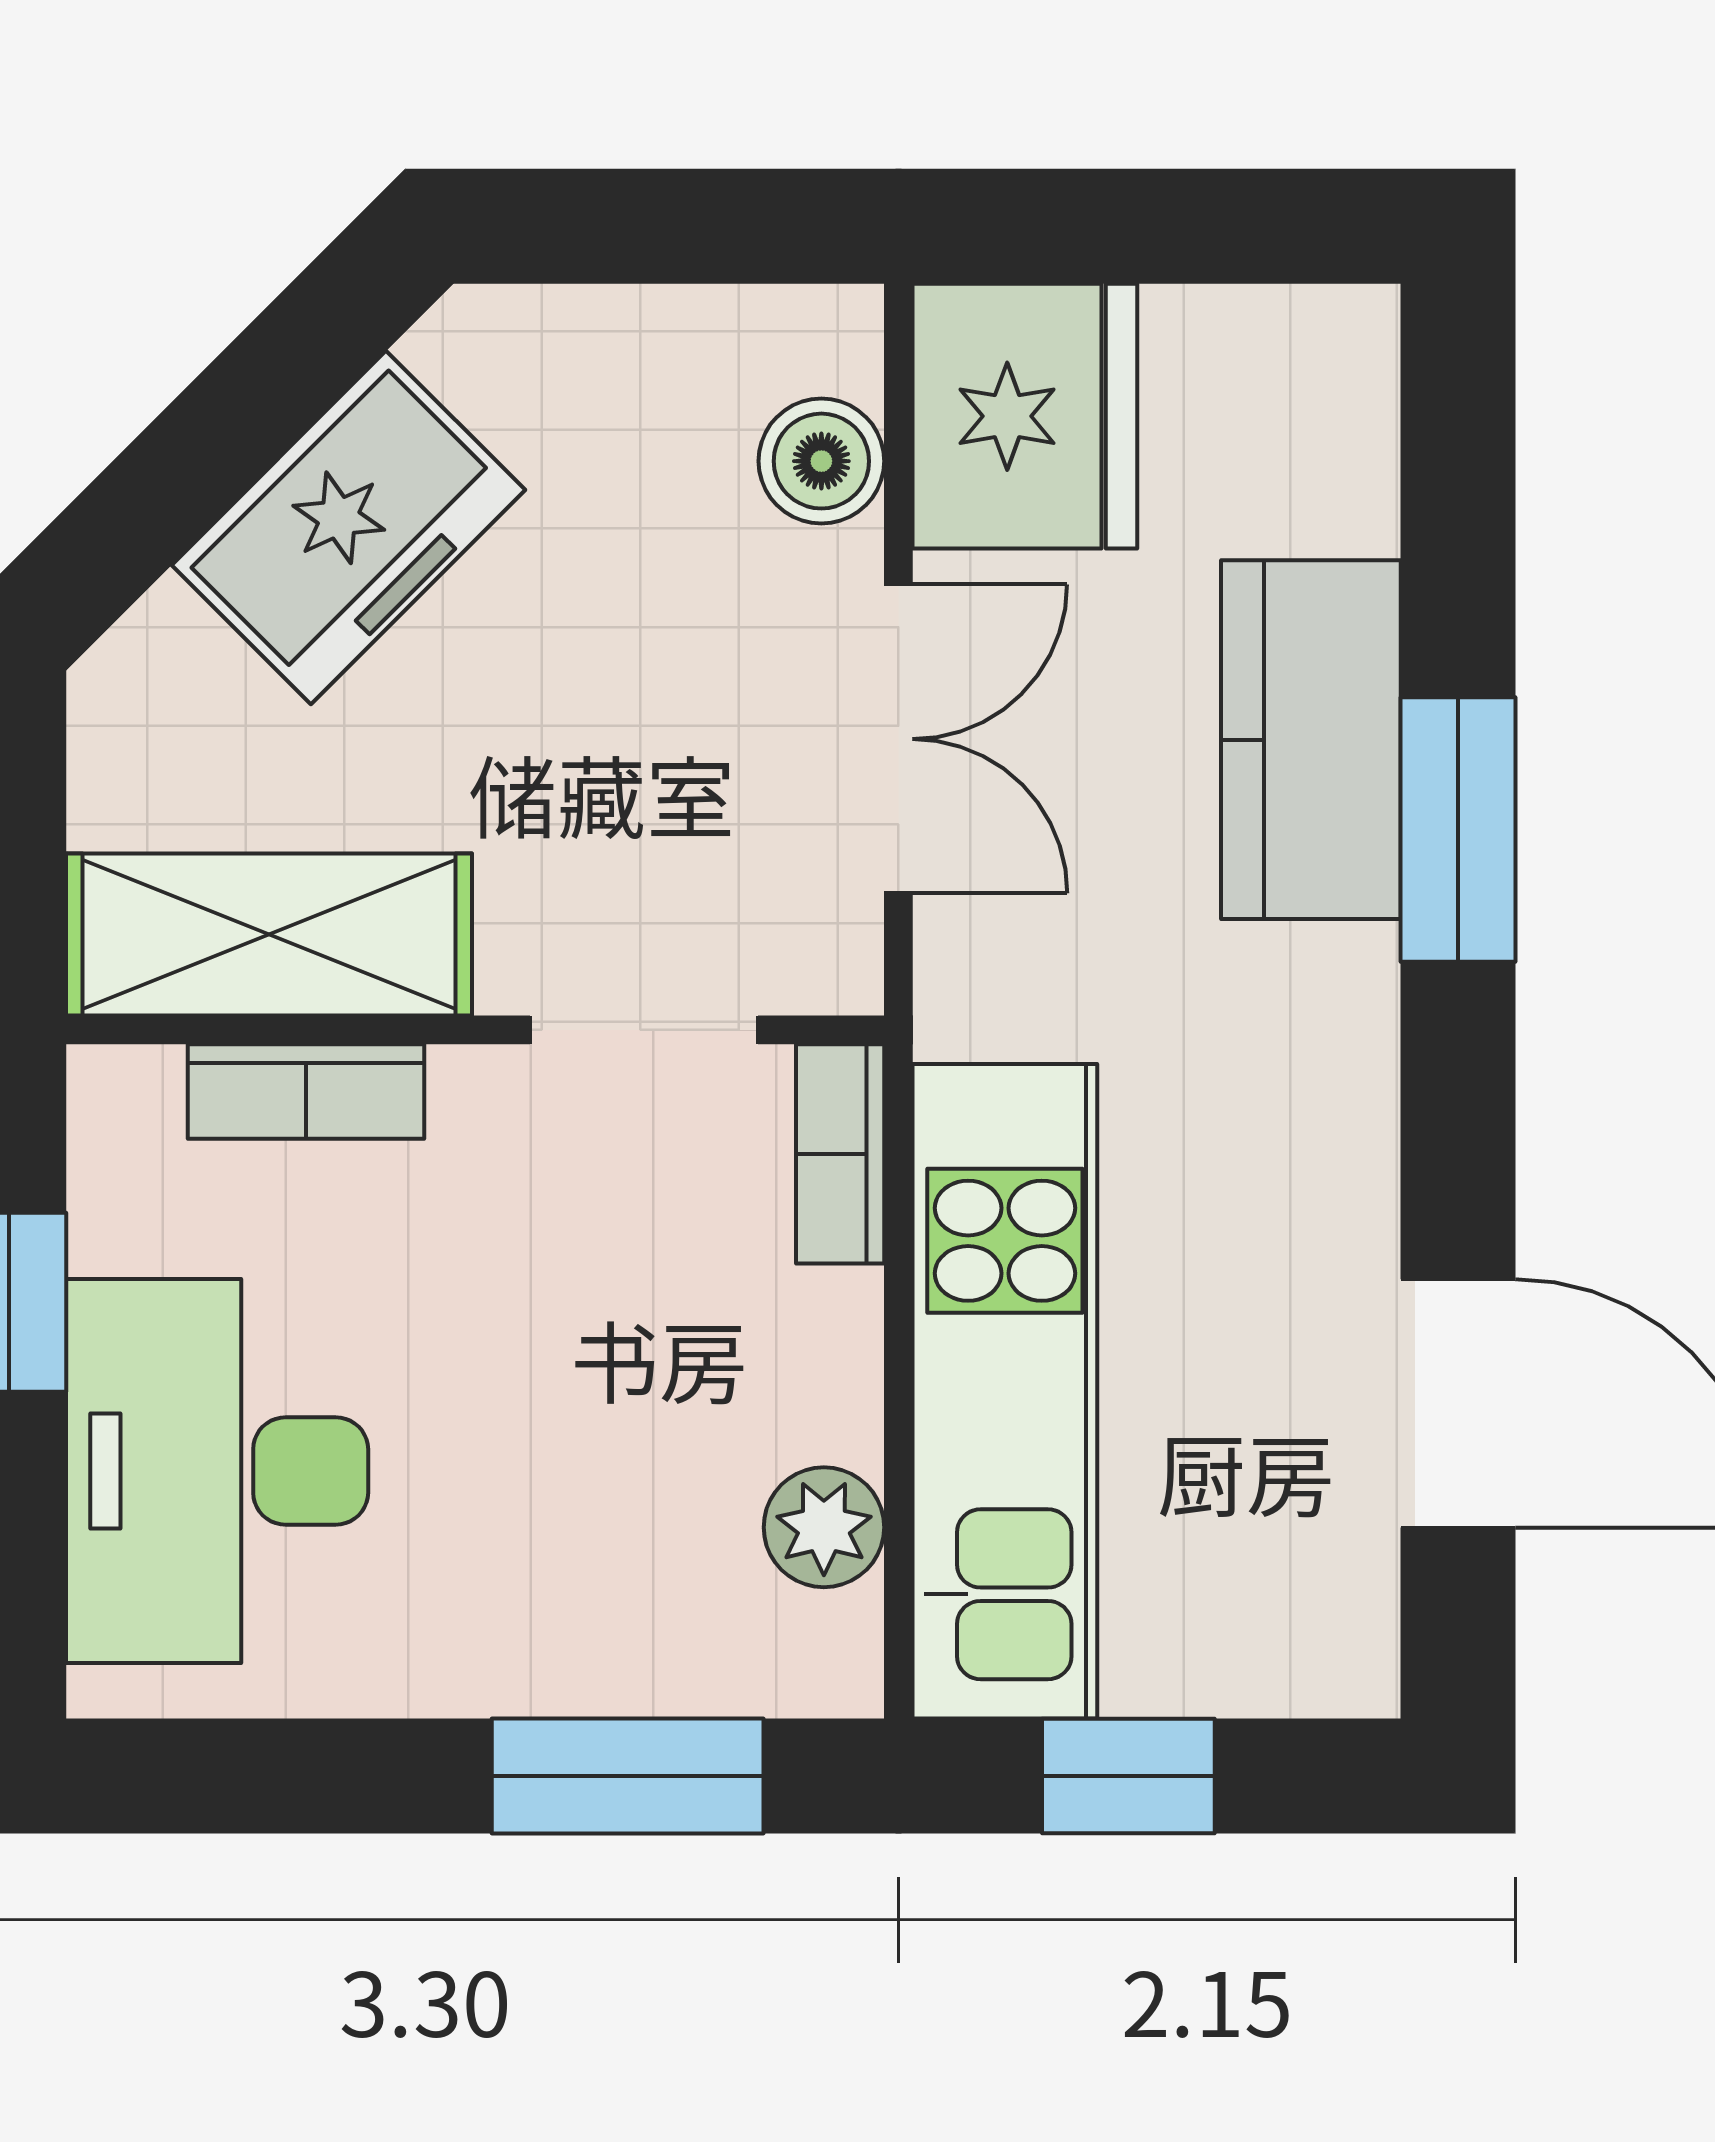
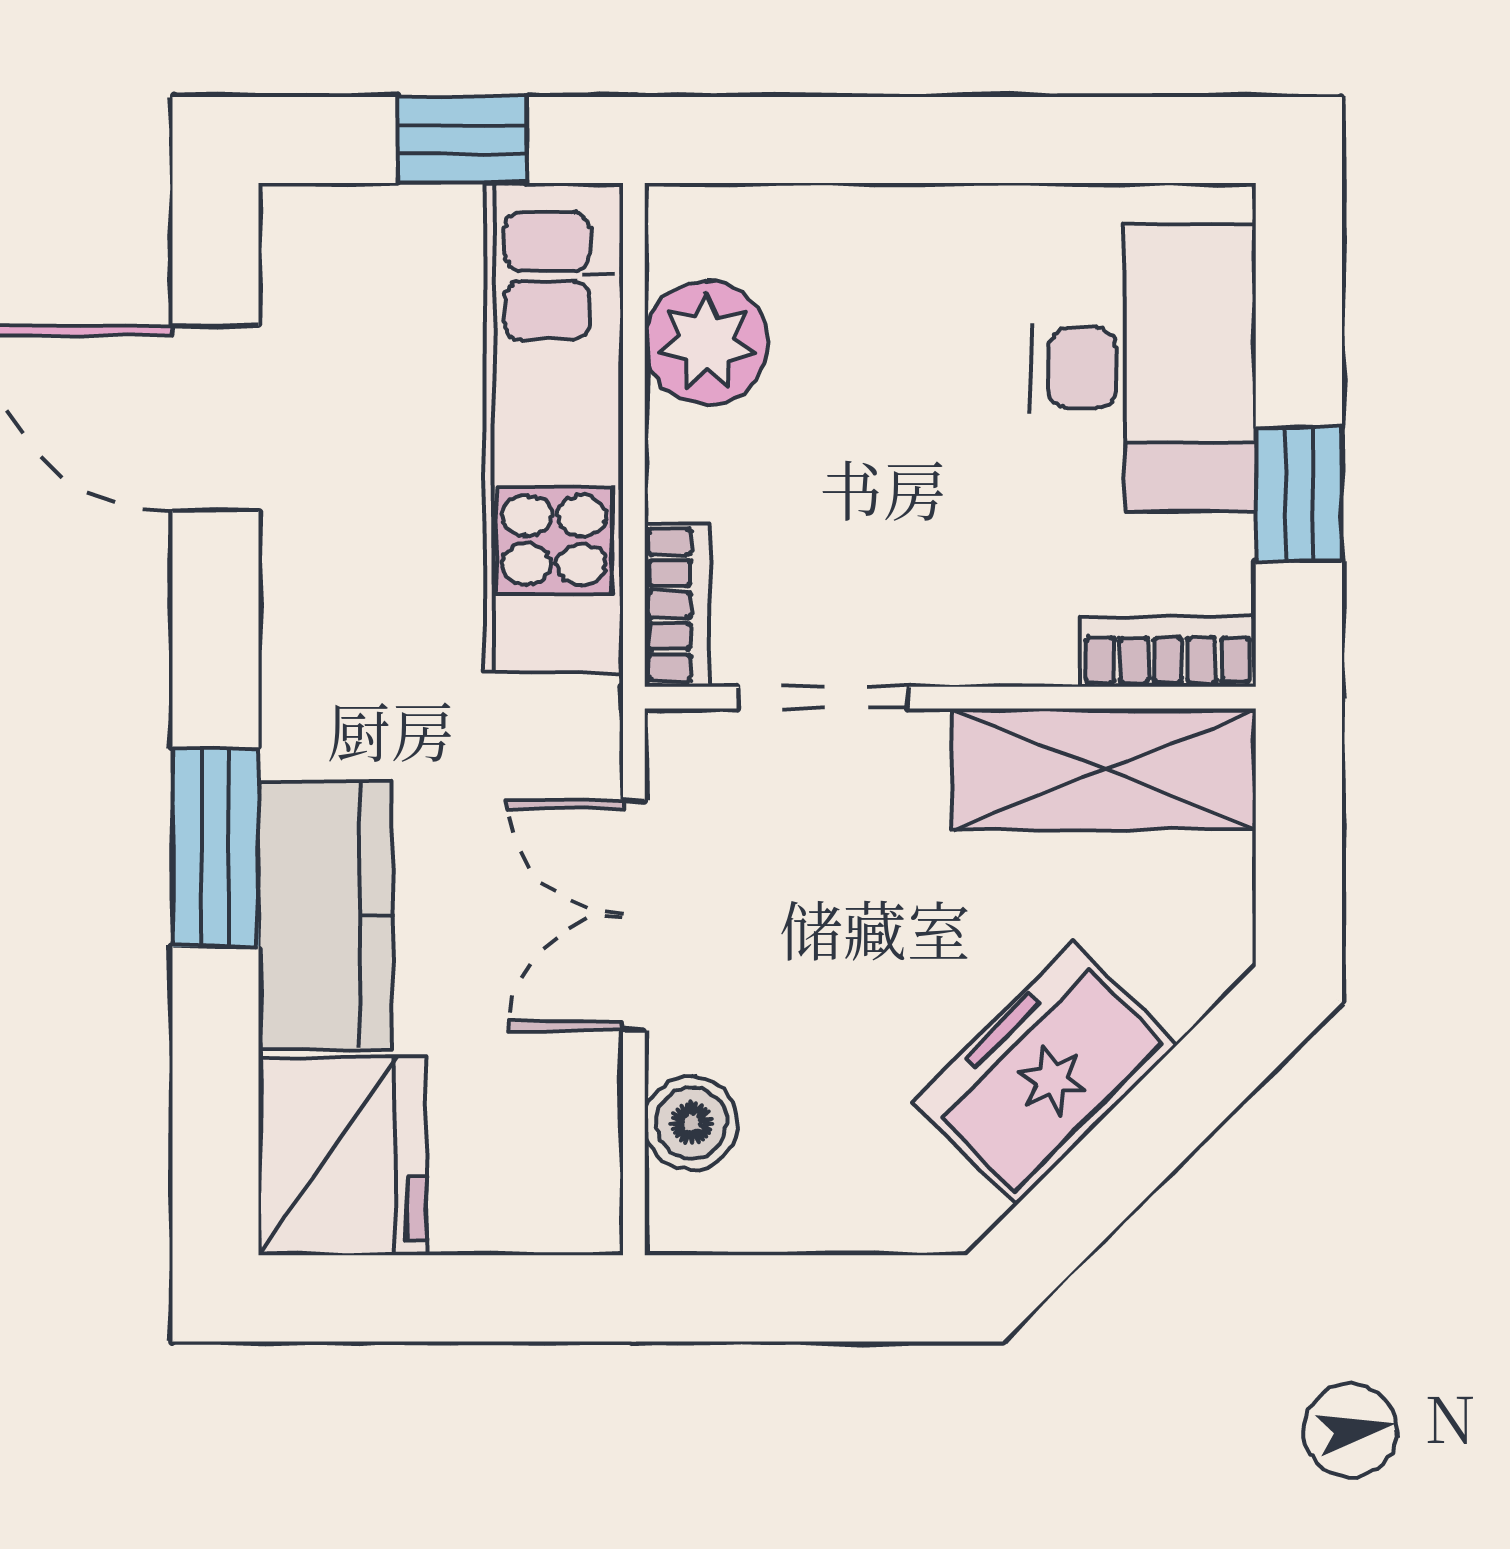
fridge: (1025, 416) -> (342, 1156), moved, turned 180
bookcase: (306, 1092) -> (1168, 652), moved
plant: (824, 1527) -> (706, 343), width x1.38, depth x1.38
window: (628, 1776) -> (836, 140), removed

